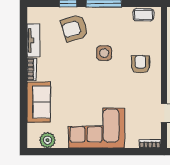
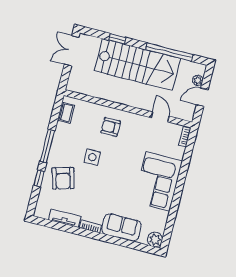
plant: (48, 140) -> (155, 240), moved

